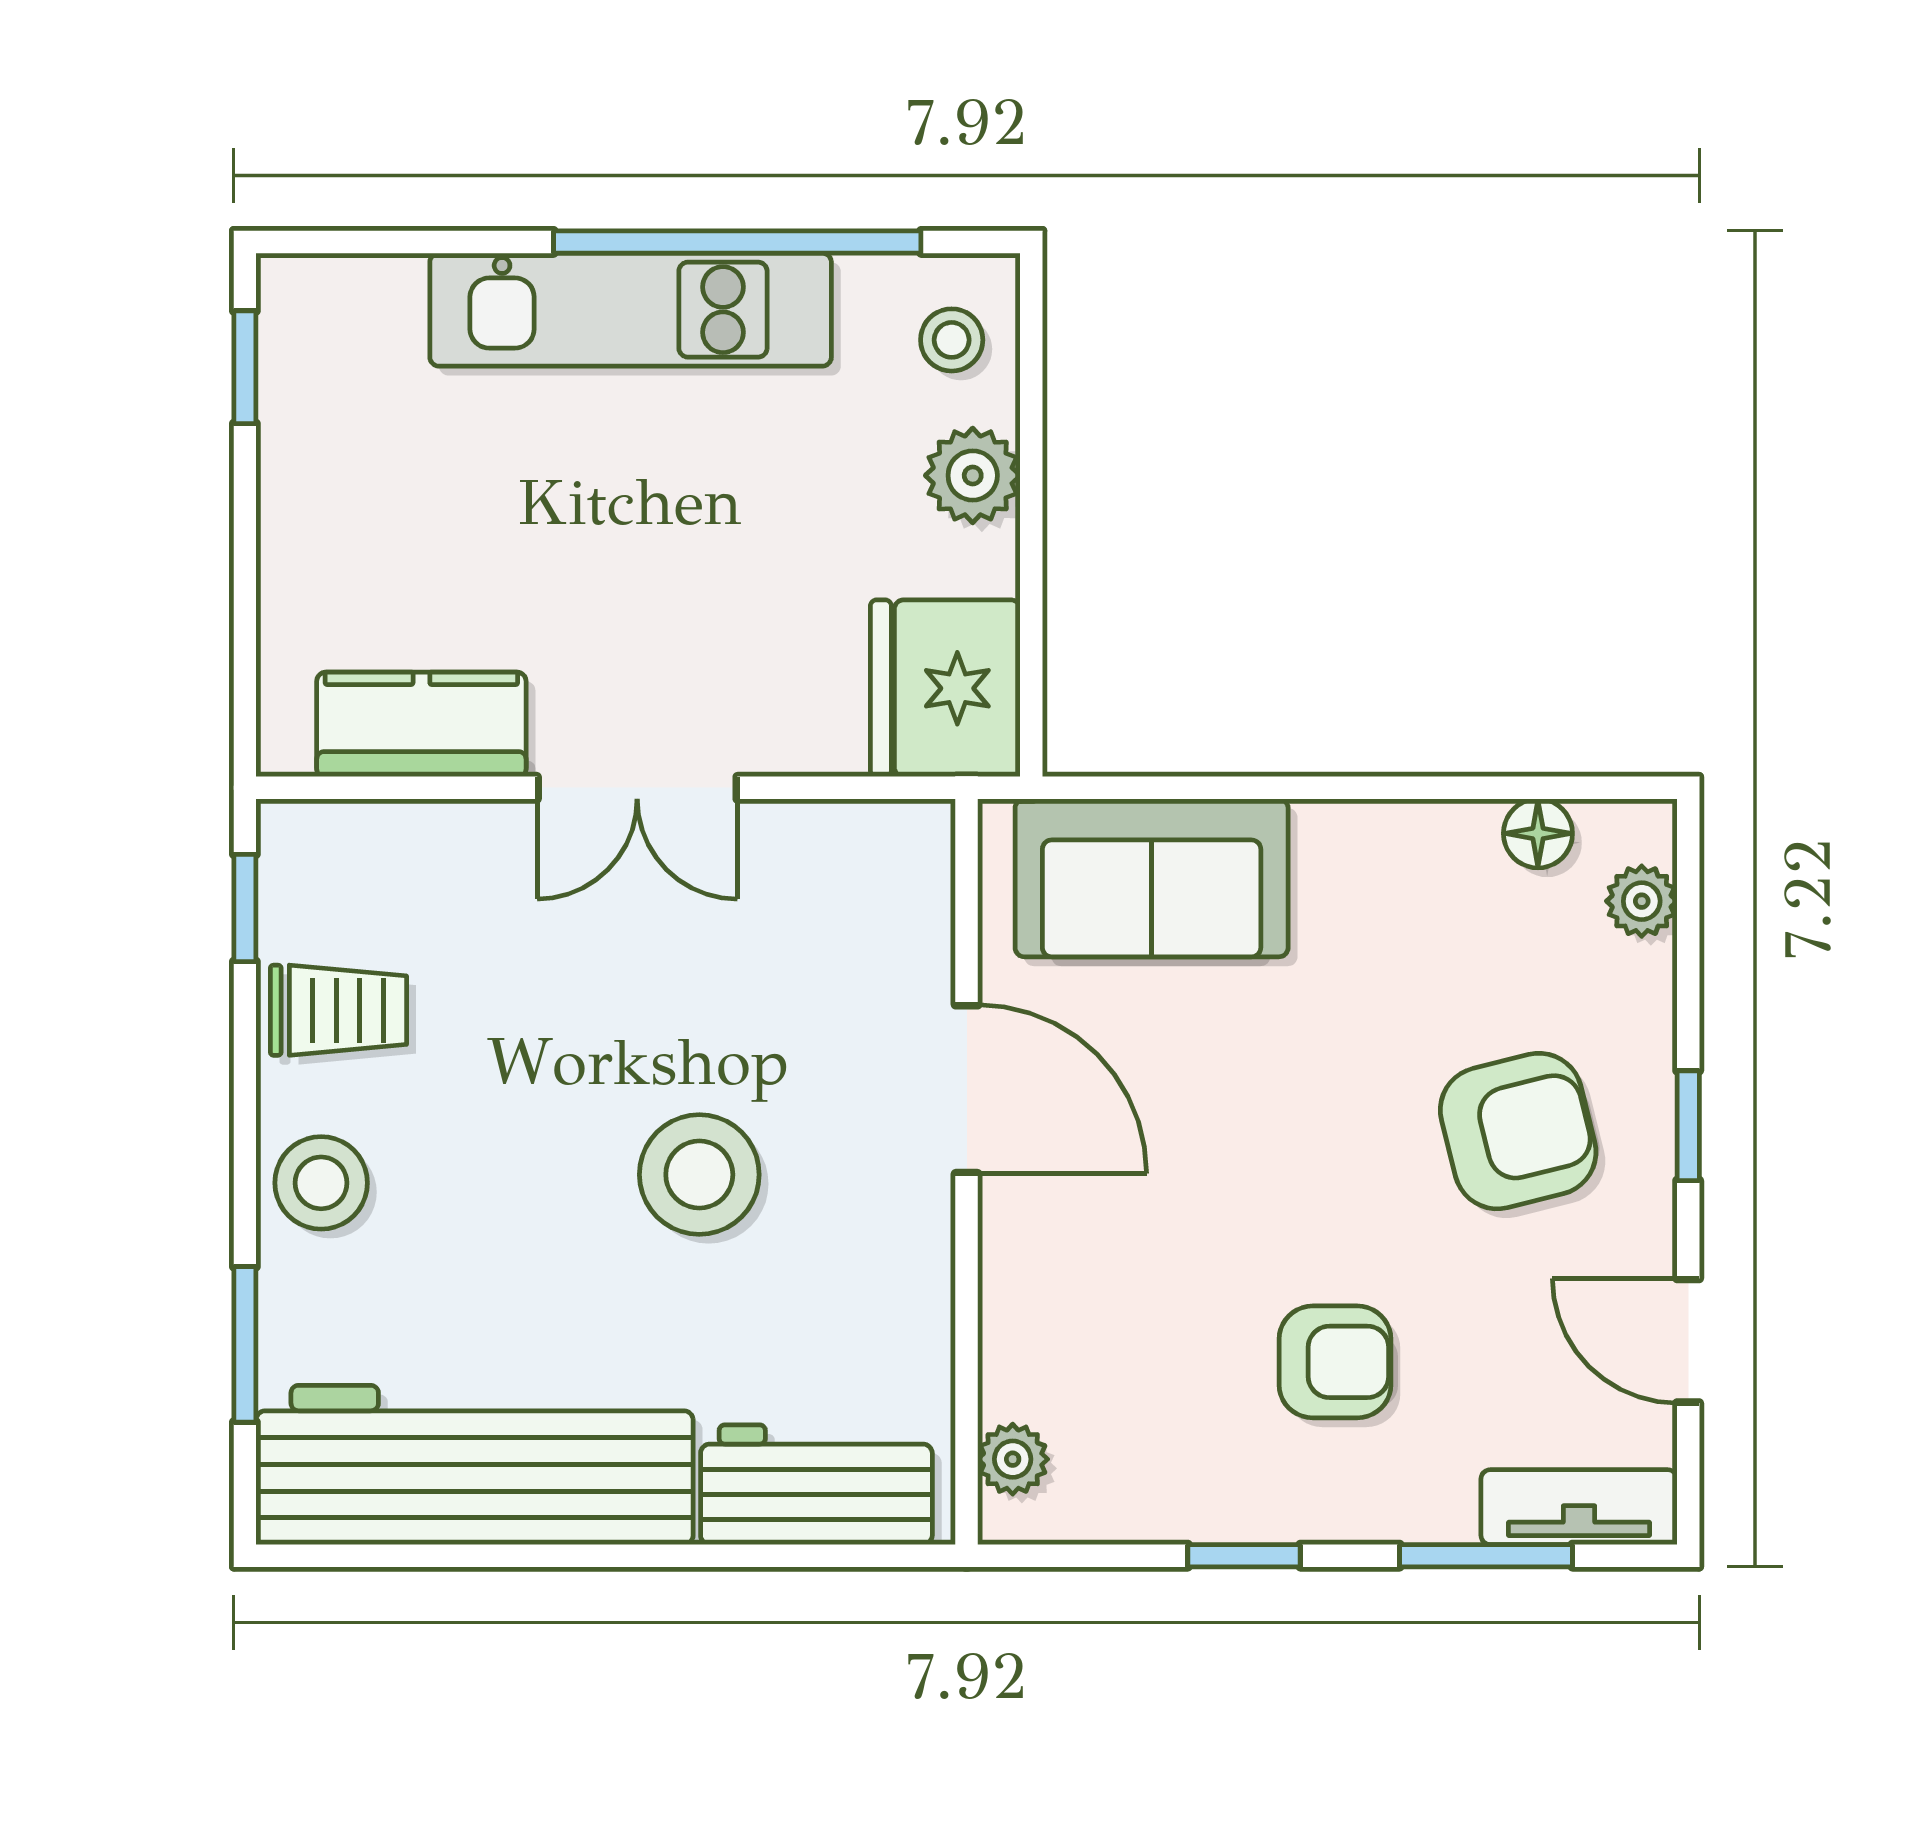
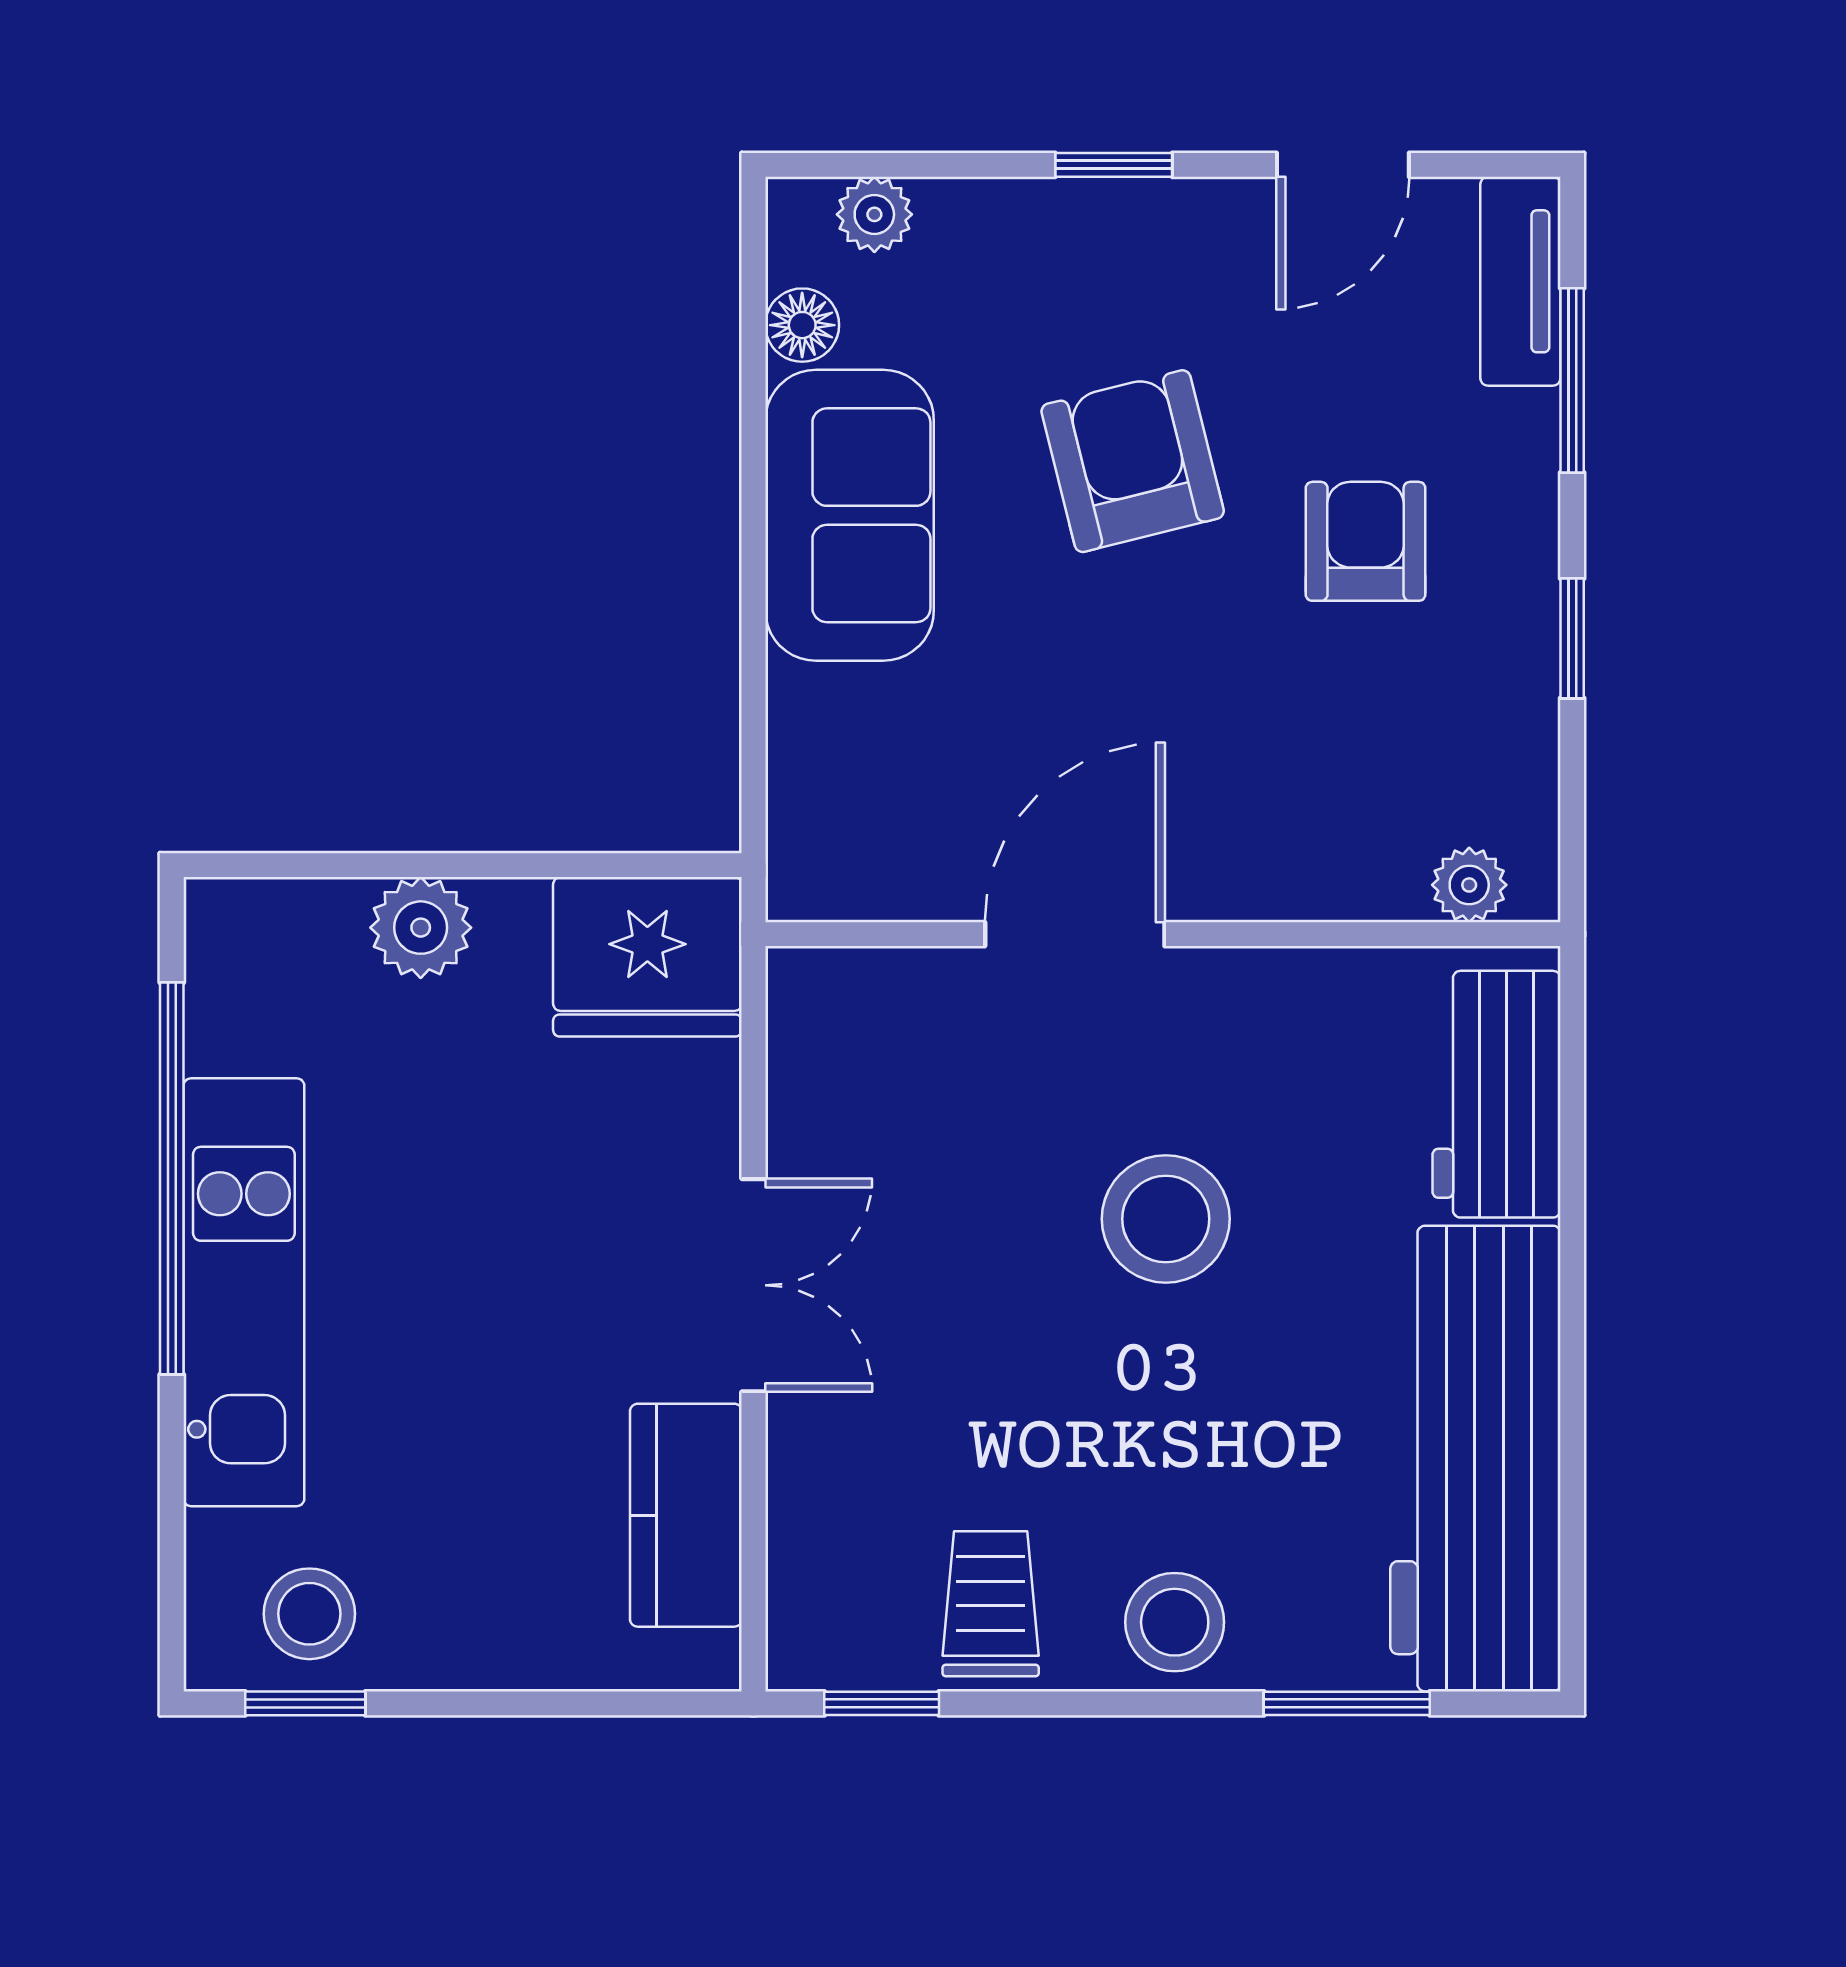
stool: (952, 340) -> (309, 1614), moved, width x1.37, depth x1.37
sofa: (1152, 878) -> (850, 515), moved
armchair: (1518, 1131) -> (1133, 461), moved

